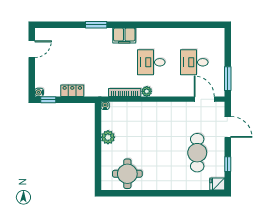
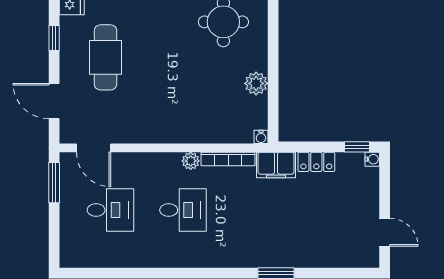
filing cabinet: (124, 36) -> (276, 165), moved, turned 180
door: (32, 49) -> (385, 232), swing flipped

